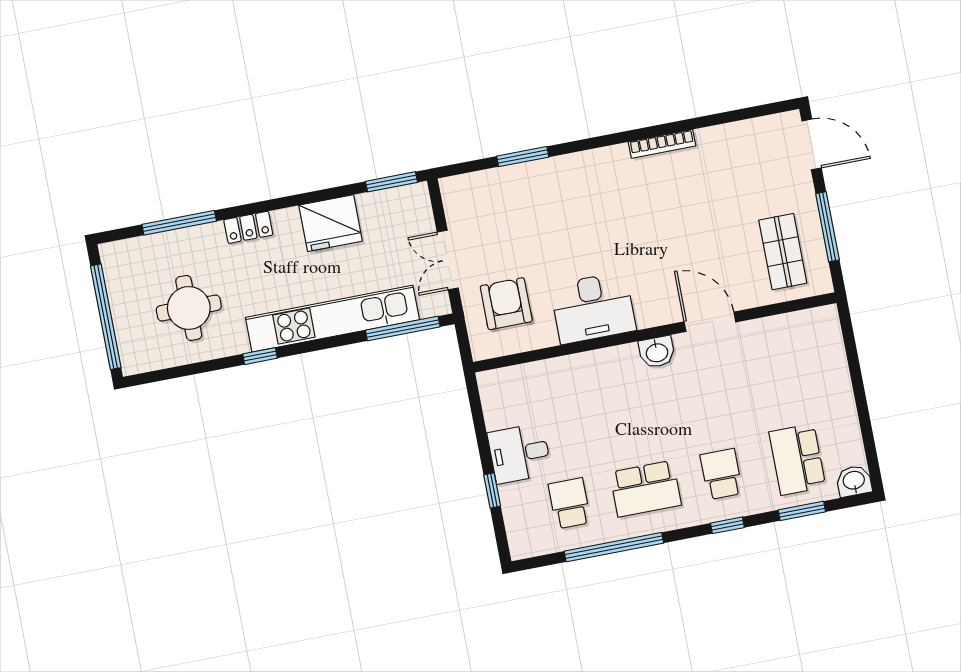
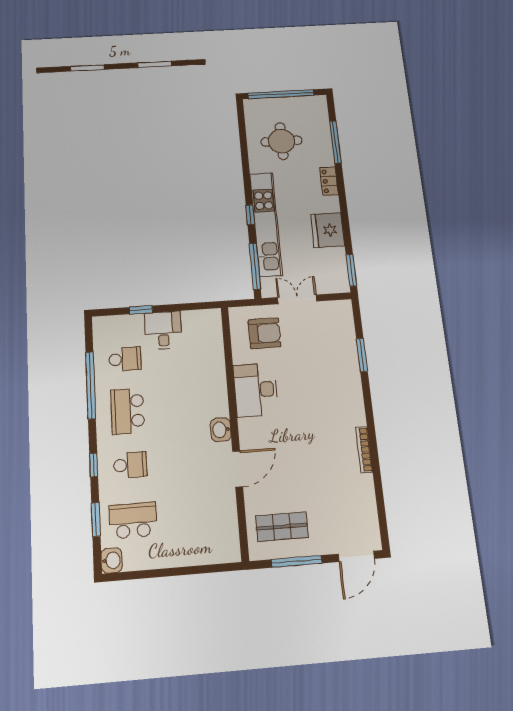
window: (260, 356) -> (250, 215), moved

